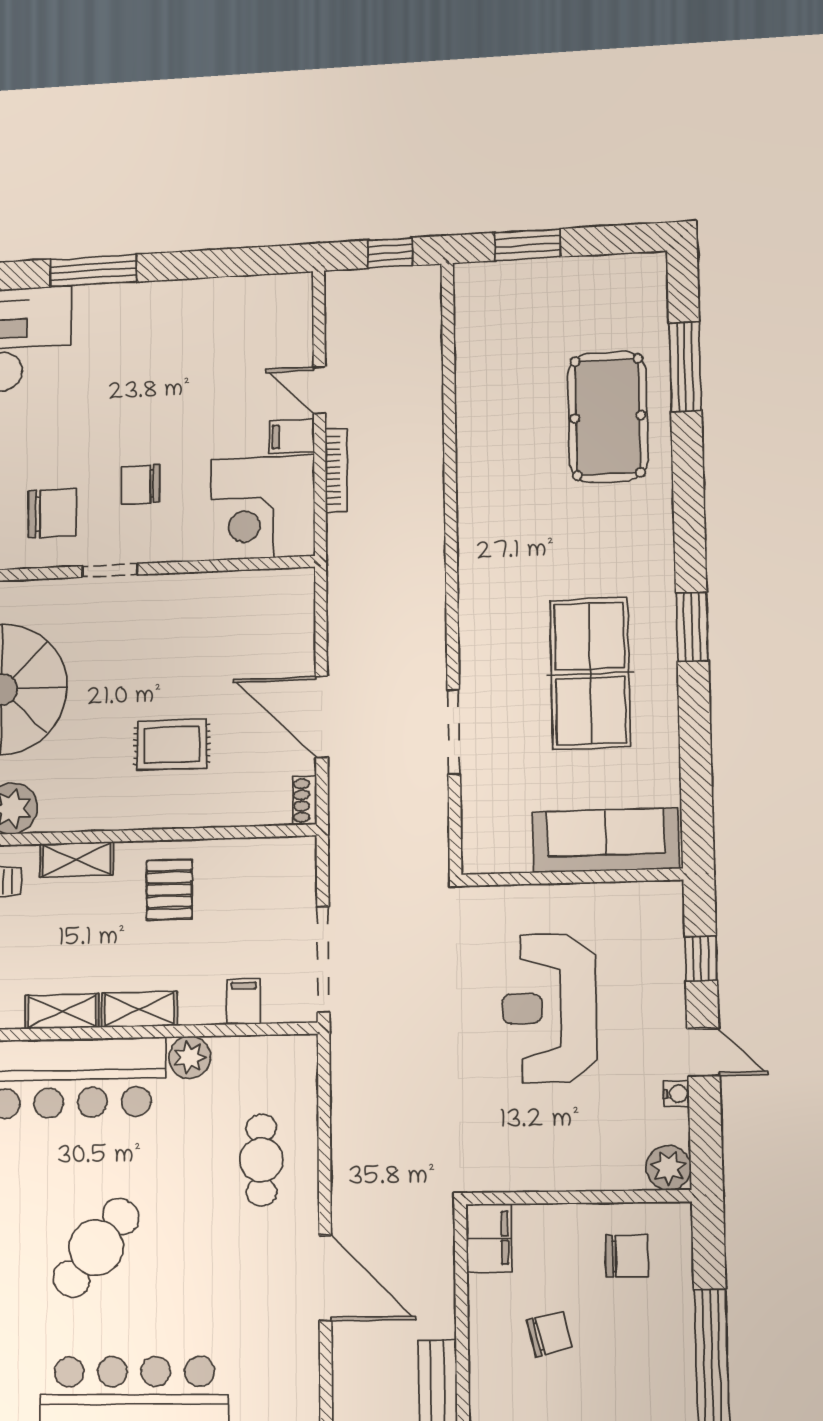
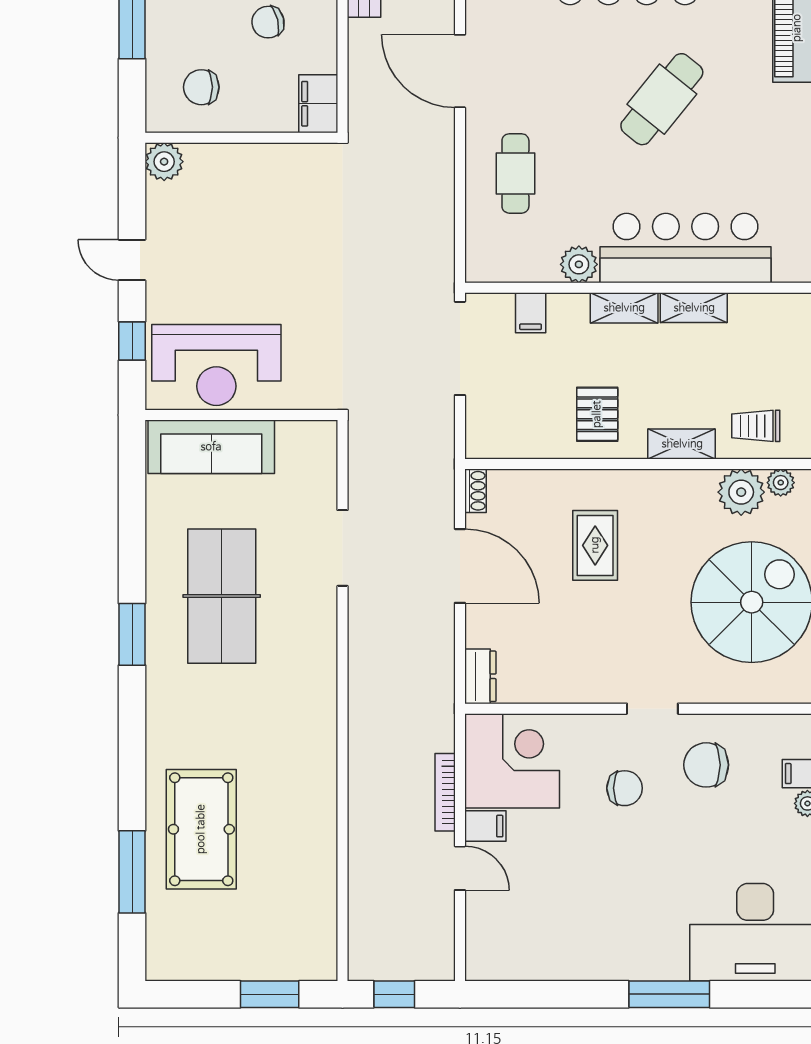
dresser: (298, 597) -> (480, 676), added
rug: (172, 745) -> (595, 545), turned 90
reception desk: (549, 1008) -> (216, 365), moved, turned 90
water cooler: (676, 1094) -> (156, 225), removed

